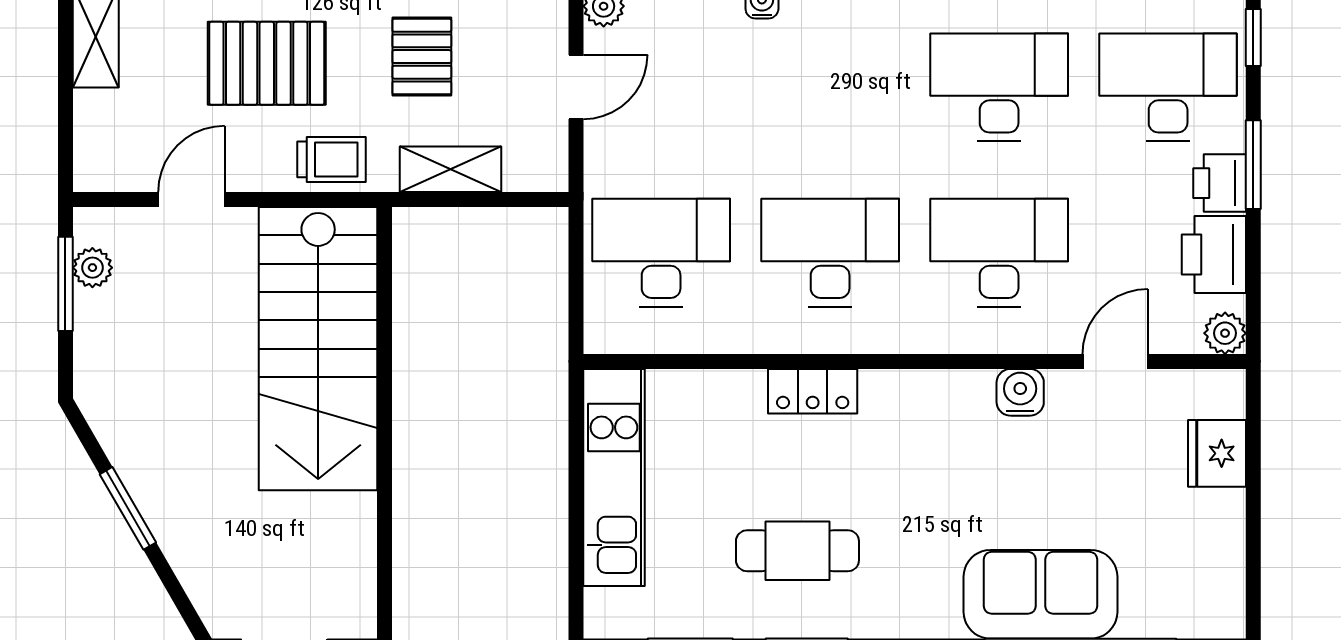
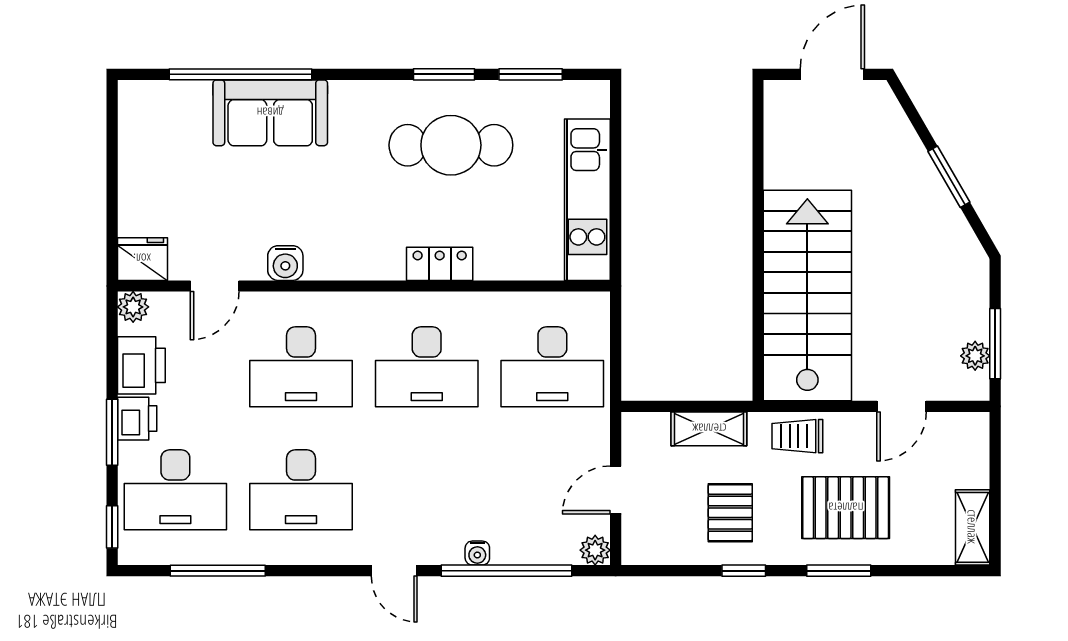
fridge: (1217, 453) -> (142, 259), moved, turned -90
cafe table: (797, 551) -> (451, 145), width x1.37, depth x1.35

